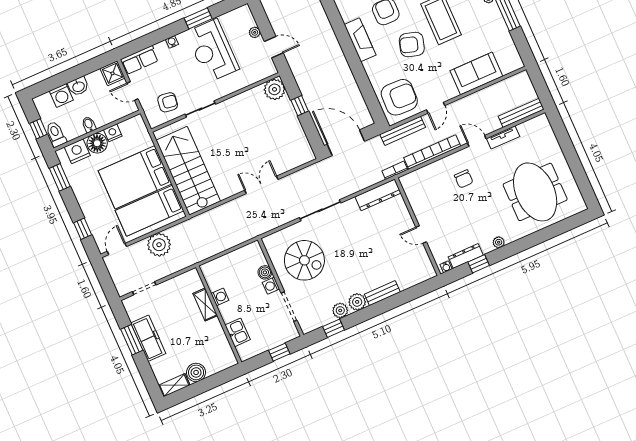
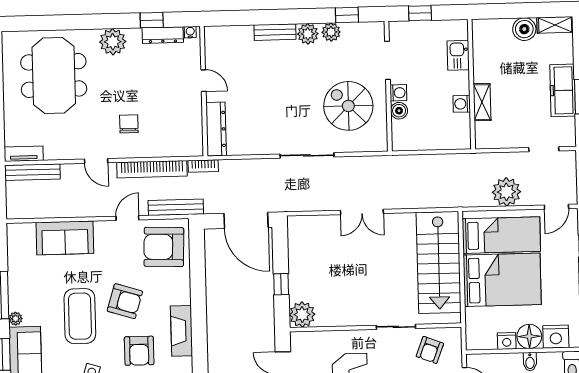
armchair: (168, 102) -> (430, 350), turned -77
tv unit: (503, 137) -> (24, 154), moved
dresser: (378, 195) -> (216, 129), moved, turned 90
plant: (499, 242) -> (113, 42), width x1.88, depth x1.88

